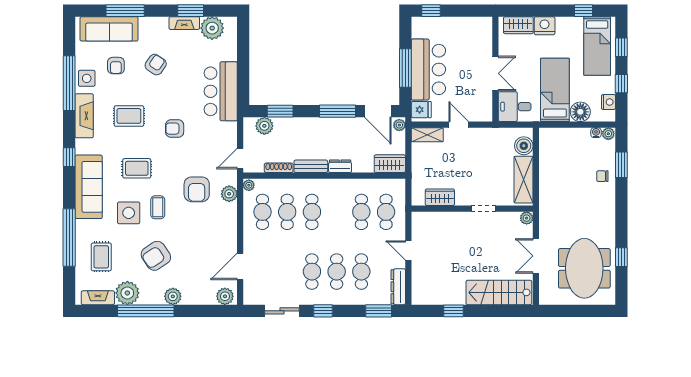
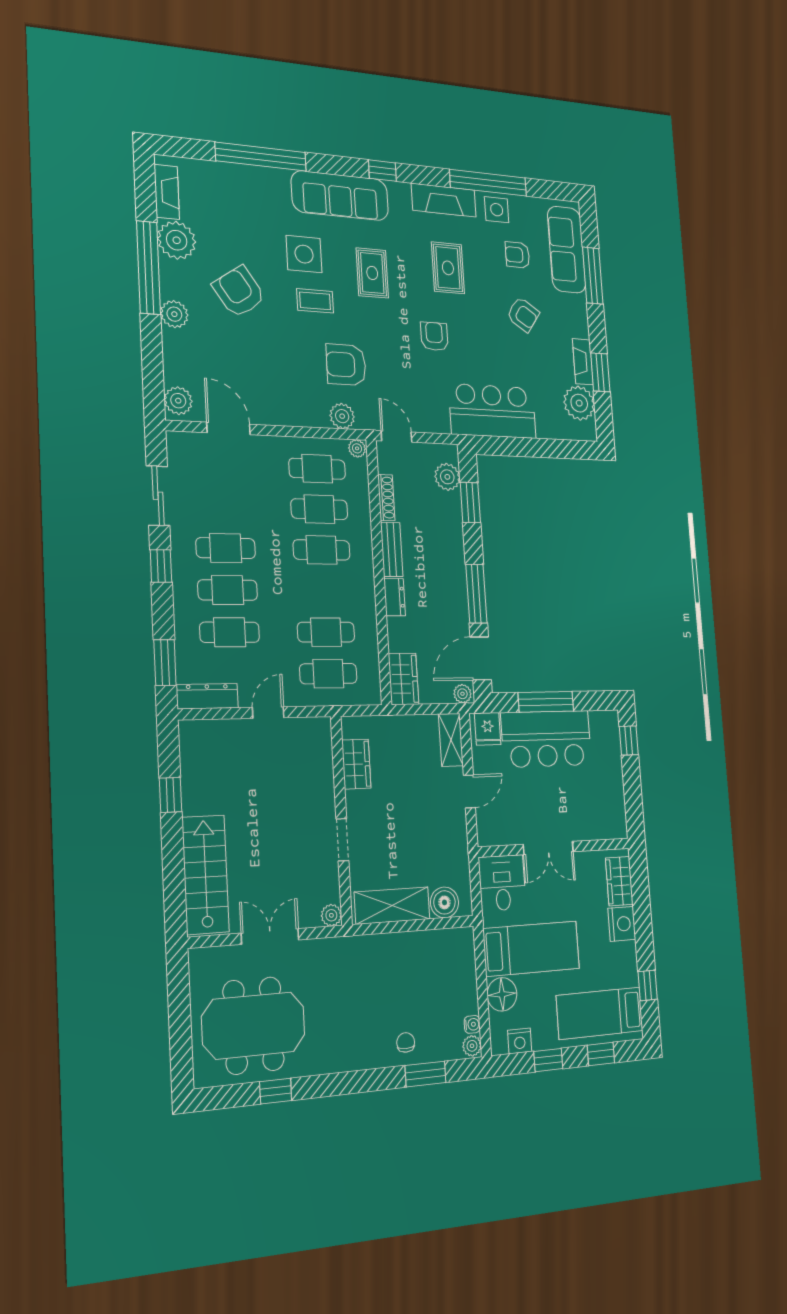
rug: (101, 257) -> (233, 204), removed

